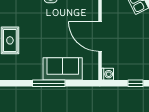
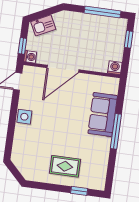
door: (100, 36) -> (63, 69), moved

